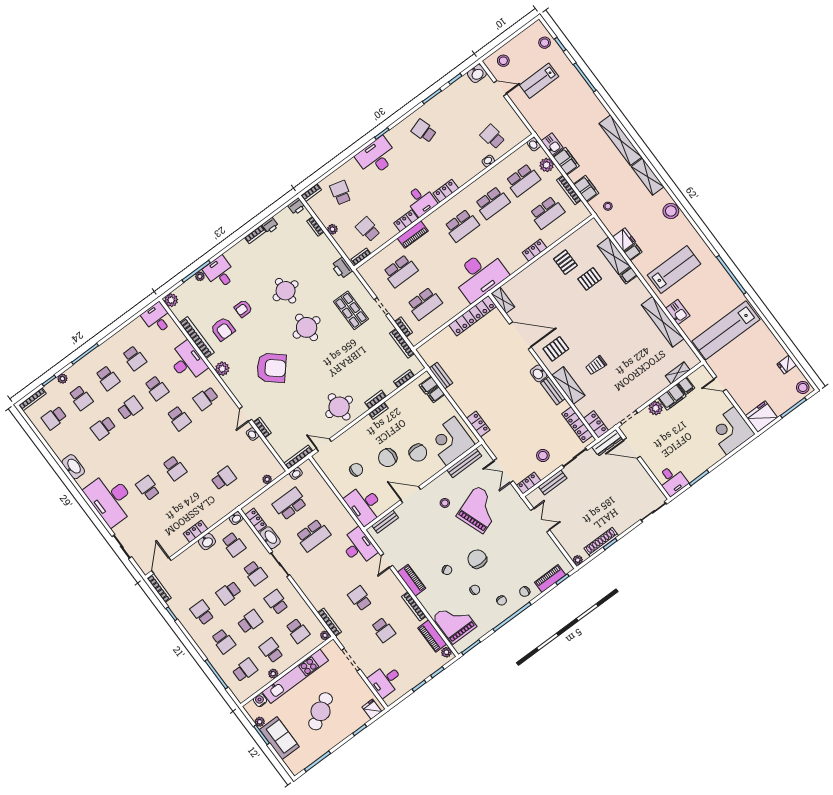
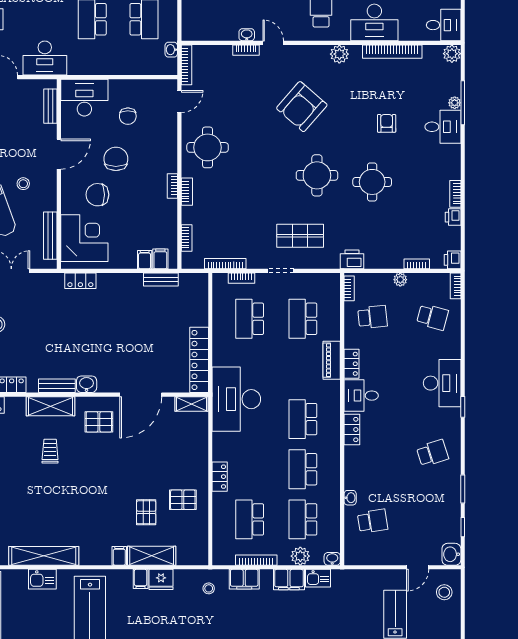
armchair: (223, 329) -> (381, 86), removed
pallet: (556, 349) -> (99, 422), turned 90
plant: (267, 479) -> (187, 15), removed

